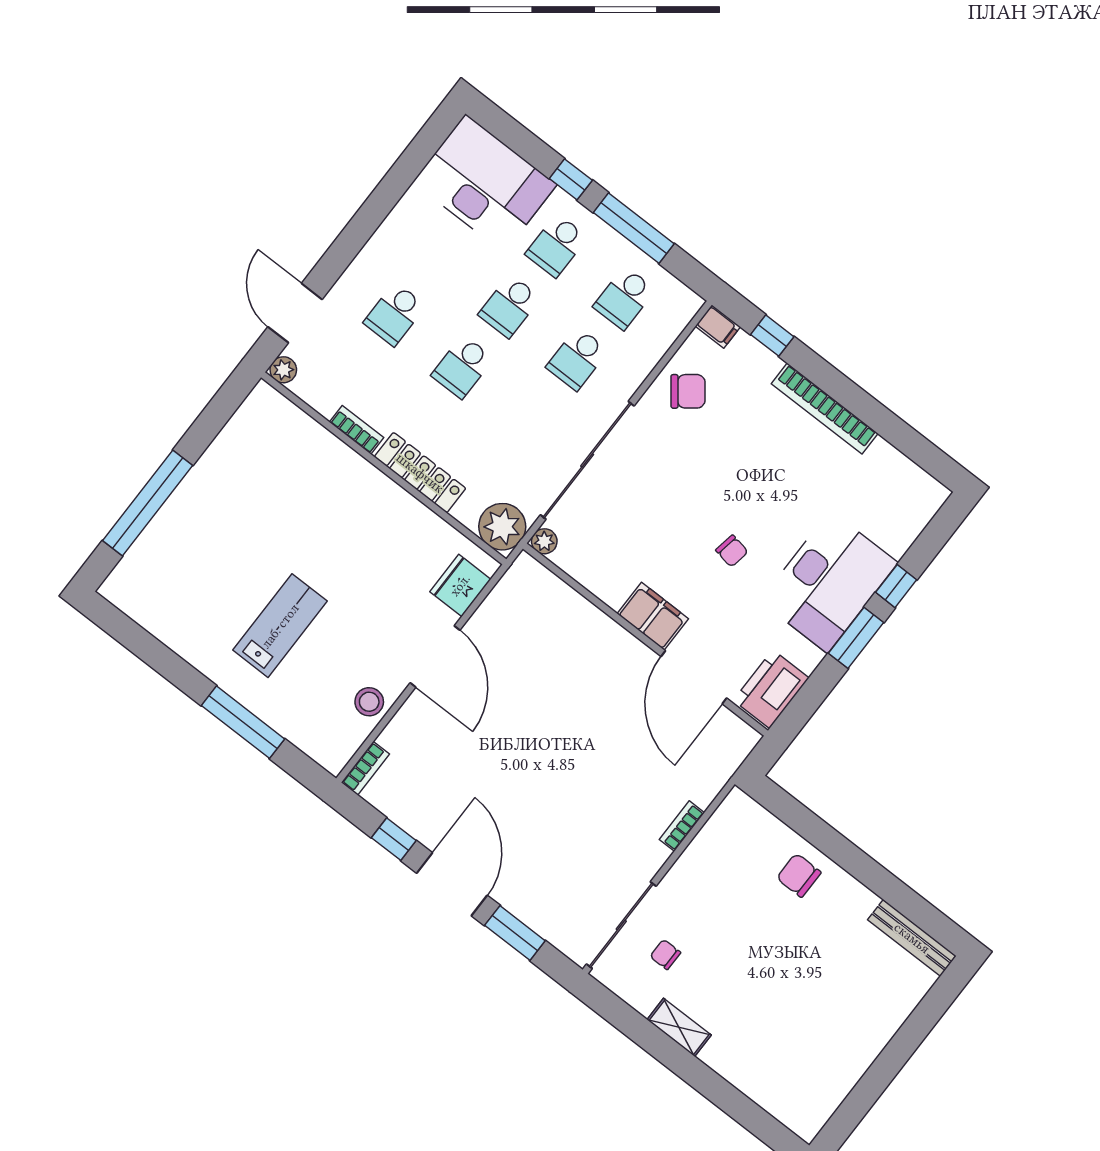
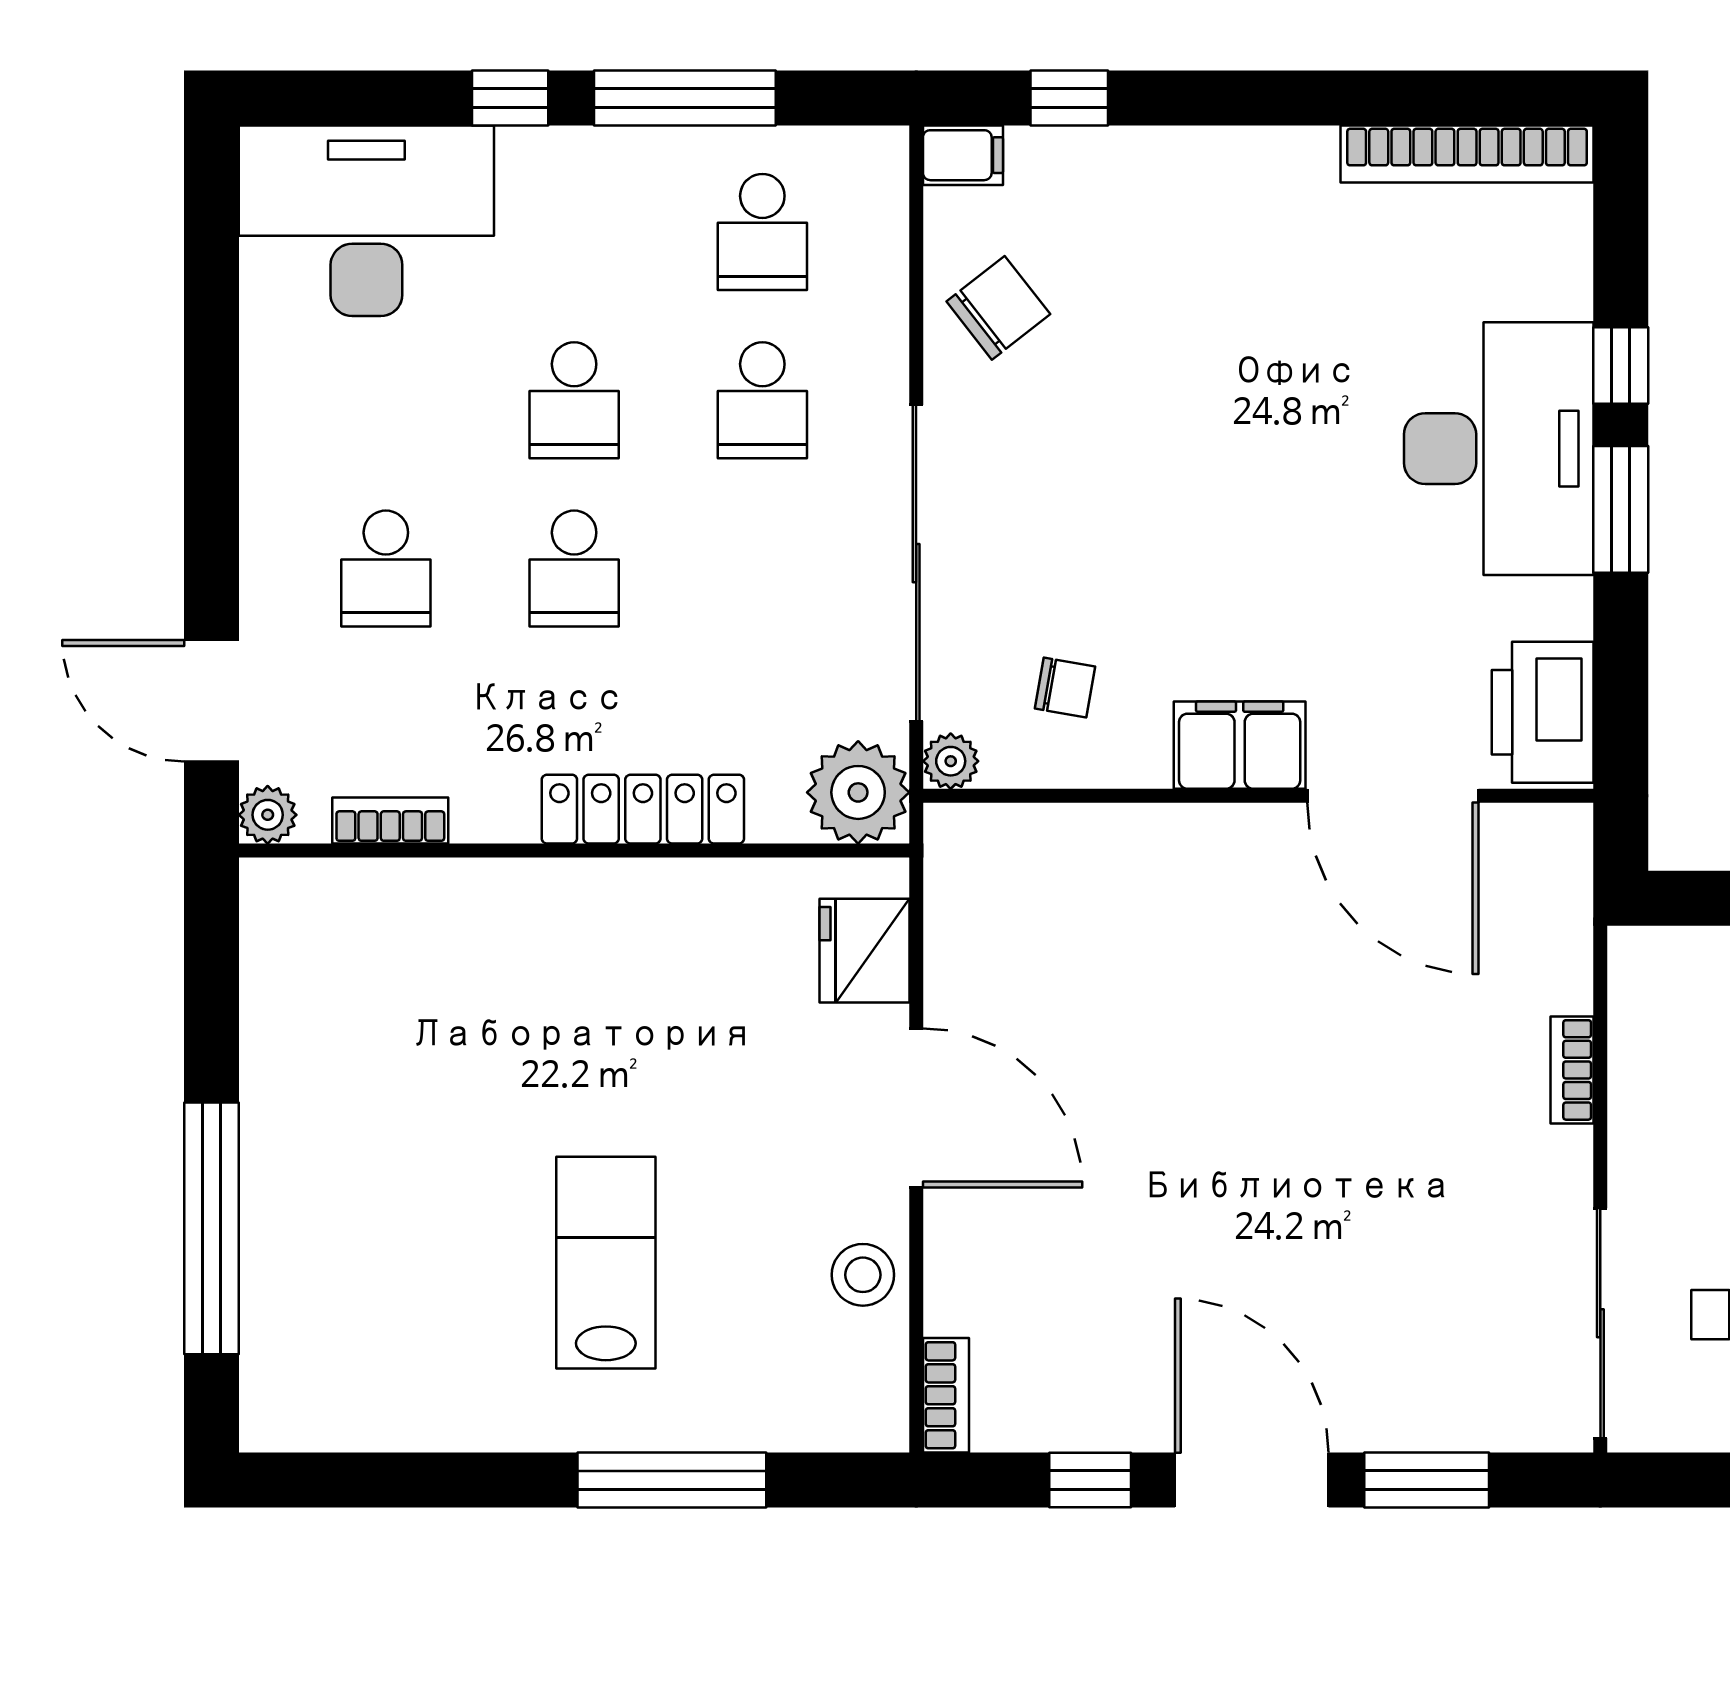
school desk: (556, 246) -> (574, 232), removed
bookcase: (825, 409) -> (1467, 154), moved
bookcase: (356, 430) -> (390, 820), moved
chair: (732, 551) -> (1065, 688), moved

